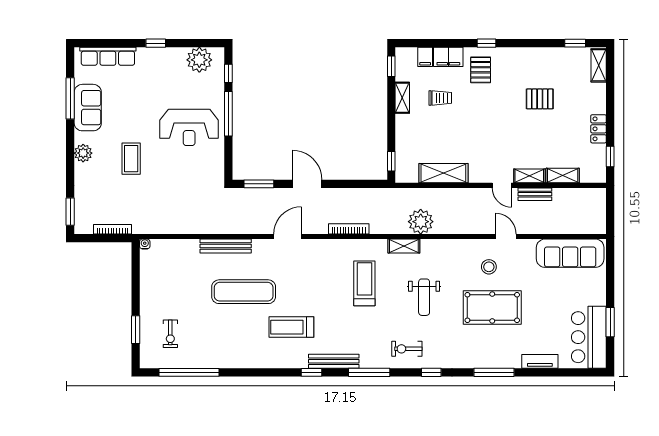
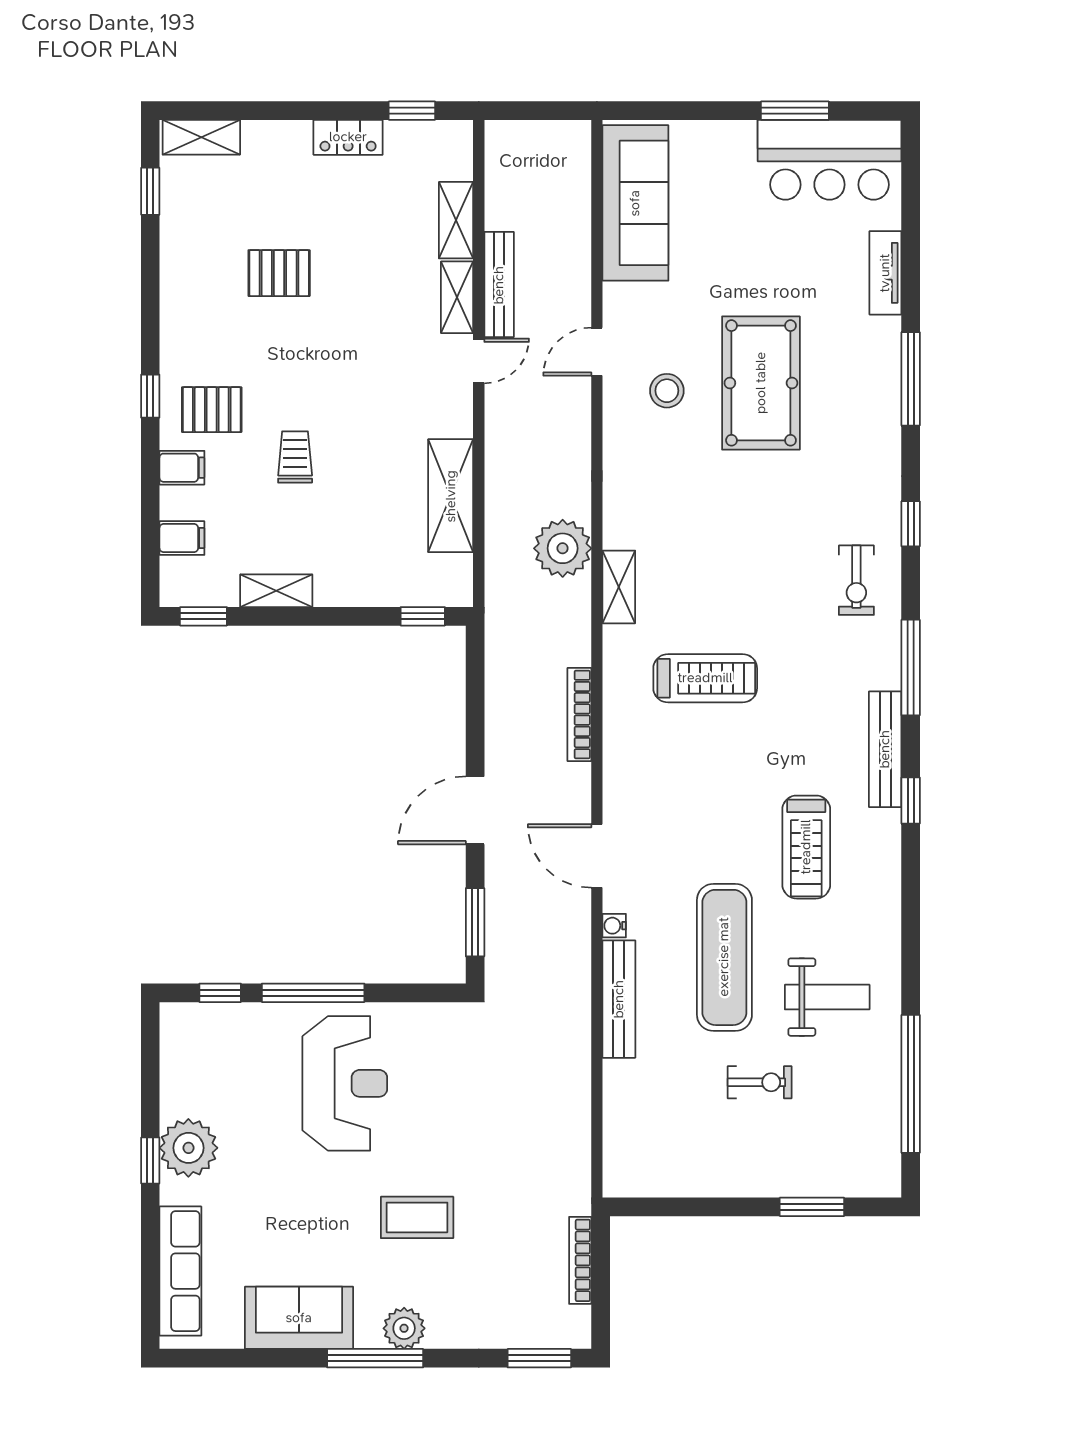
filing cabinet: (448, 57) -> (182, 468), width x0.50
plant: (199, 60) -> (188, 1148), moved
window: (70, 98) -> (375, 1358), moved
trolley: (440, 98) -> (295, 457), moved
pallet: (540, 99) -> (279, 273), turned 90
bench: (535, 194) -> (499, 285), width x1.36
water cooler: (145, 244) -> (614, 926), moved
treadmill: (364, 283) -> (705, 678), turned 180
weight bench: (424, 297) -> (827, 997), moved
exercise bike: (170, 334) -> (760, 1082), moved

